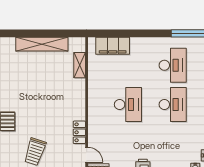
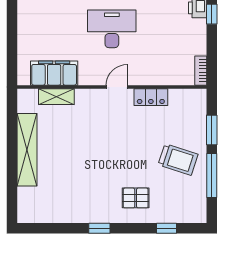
filing cabinet: (113, 46) -> (54, 73), moved, turned -90
door: (87, 155) -> (117, 87), moved

